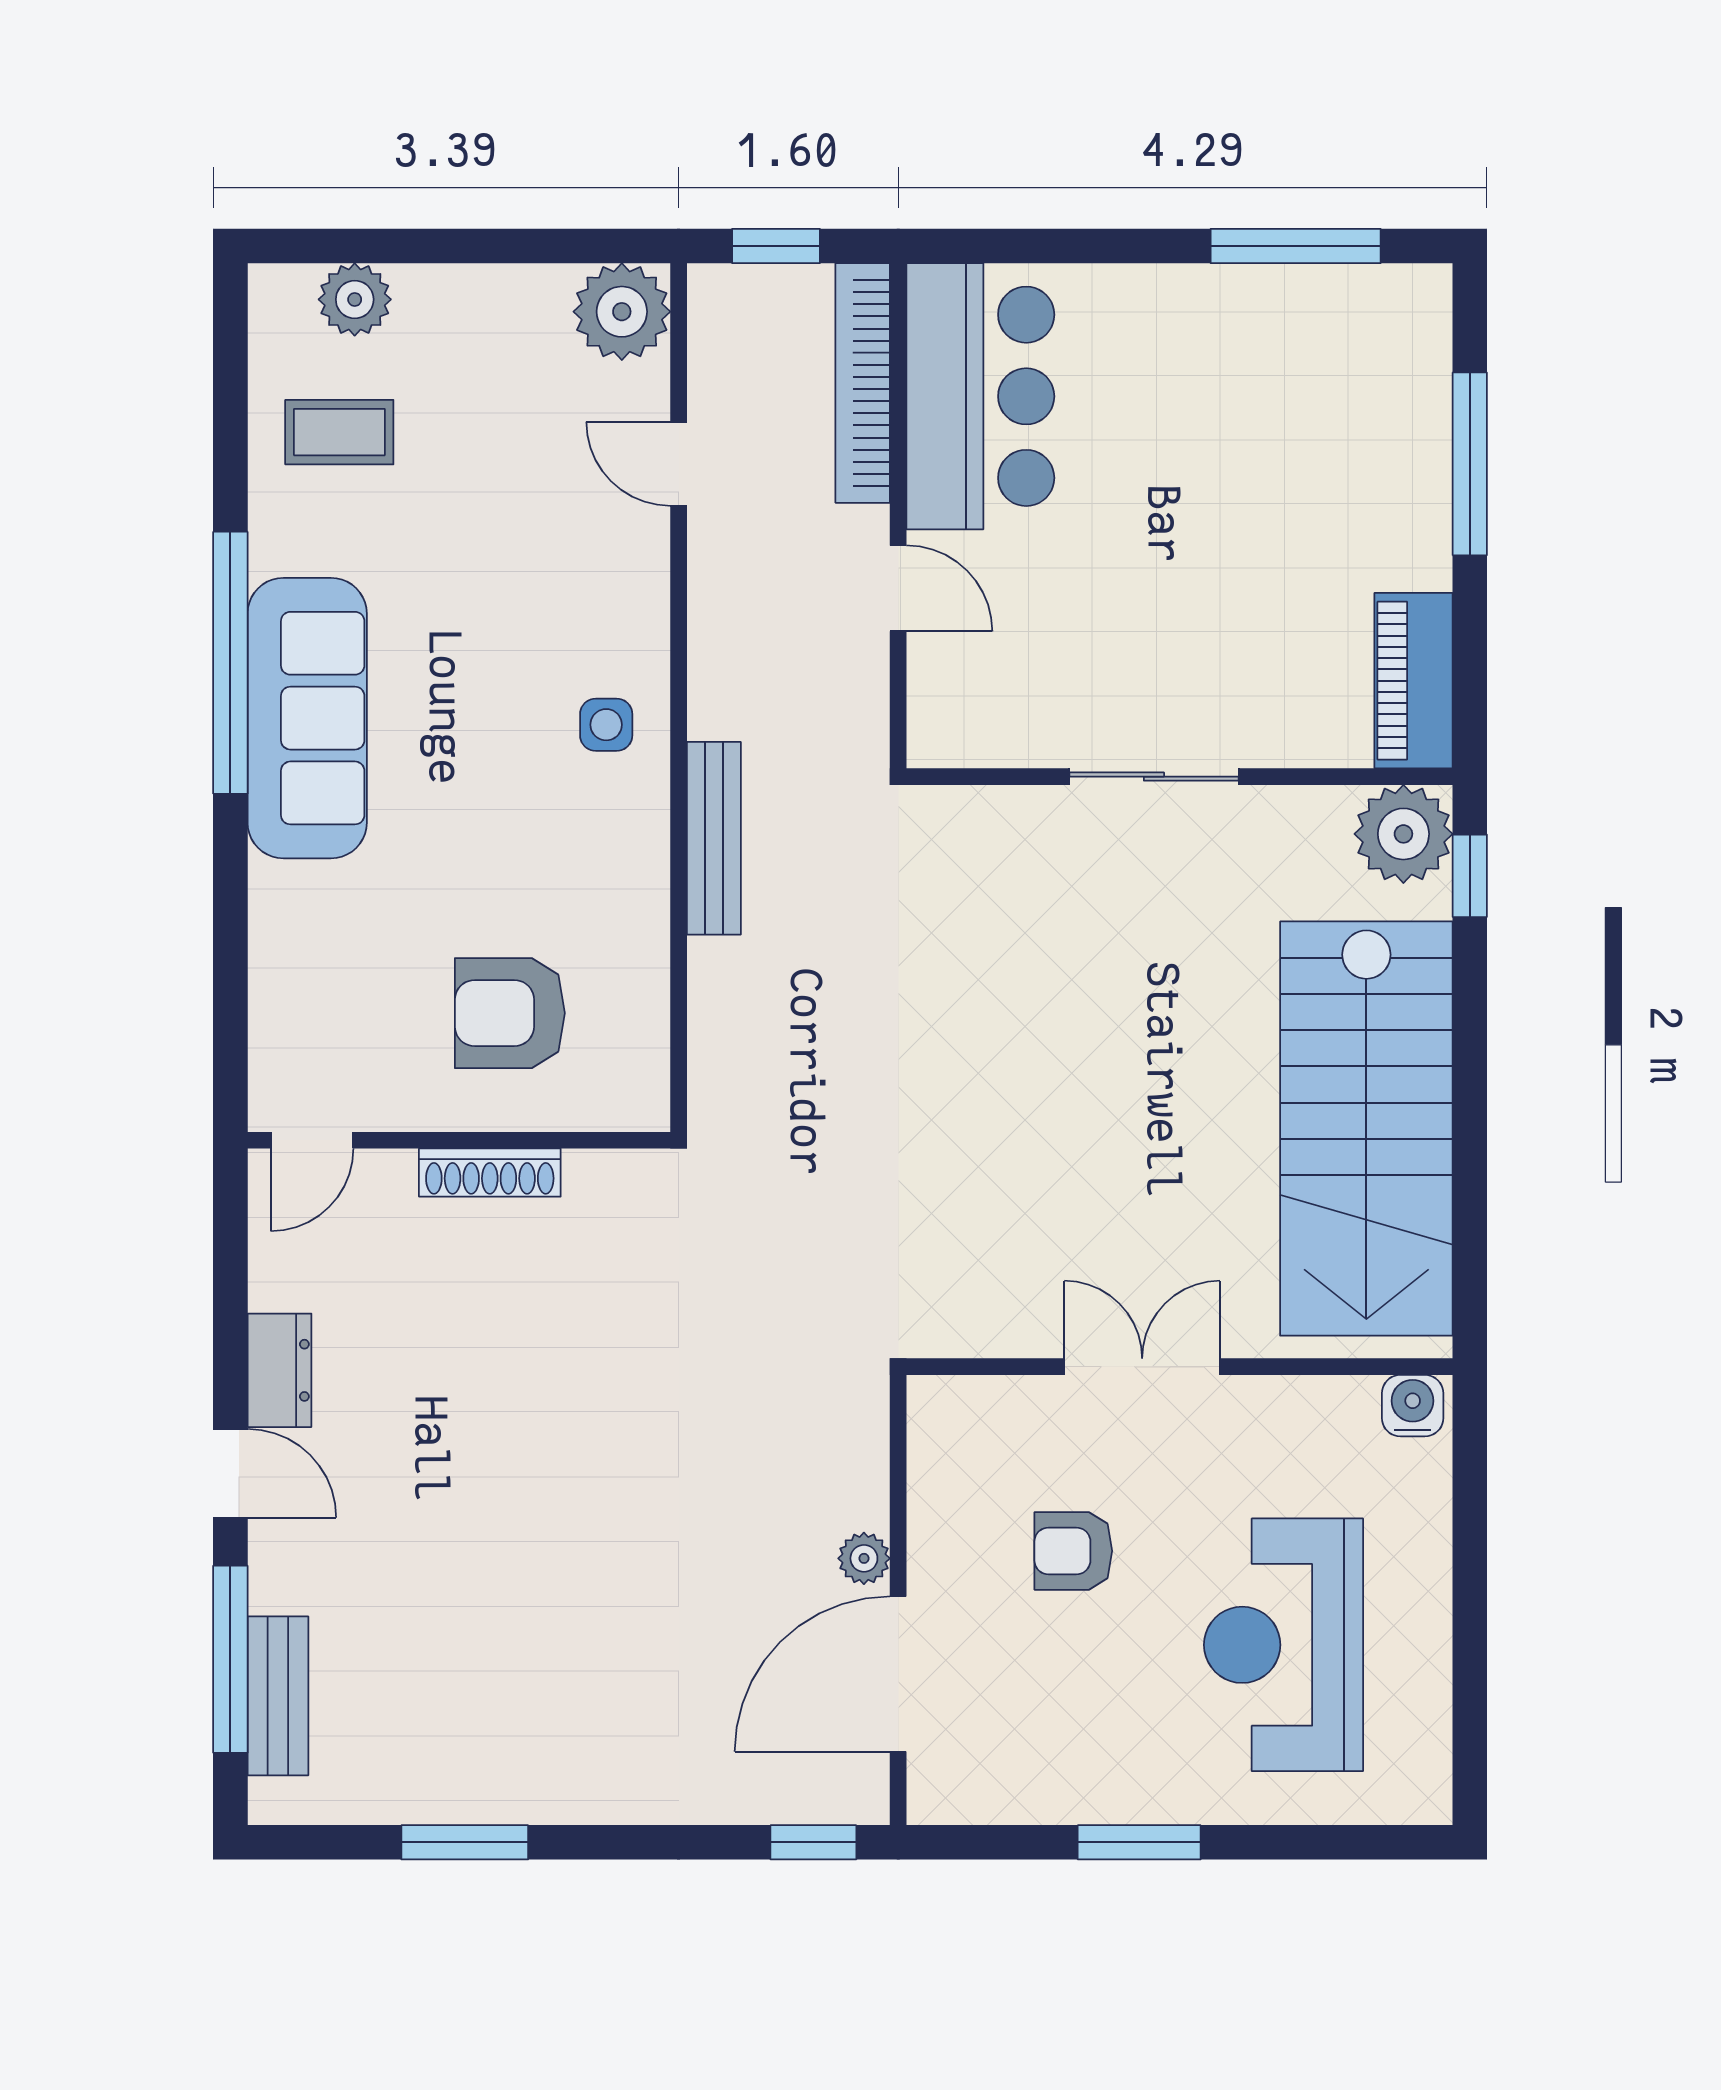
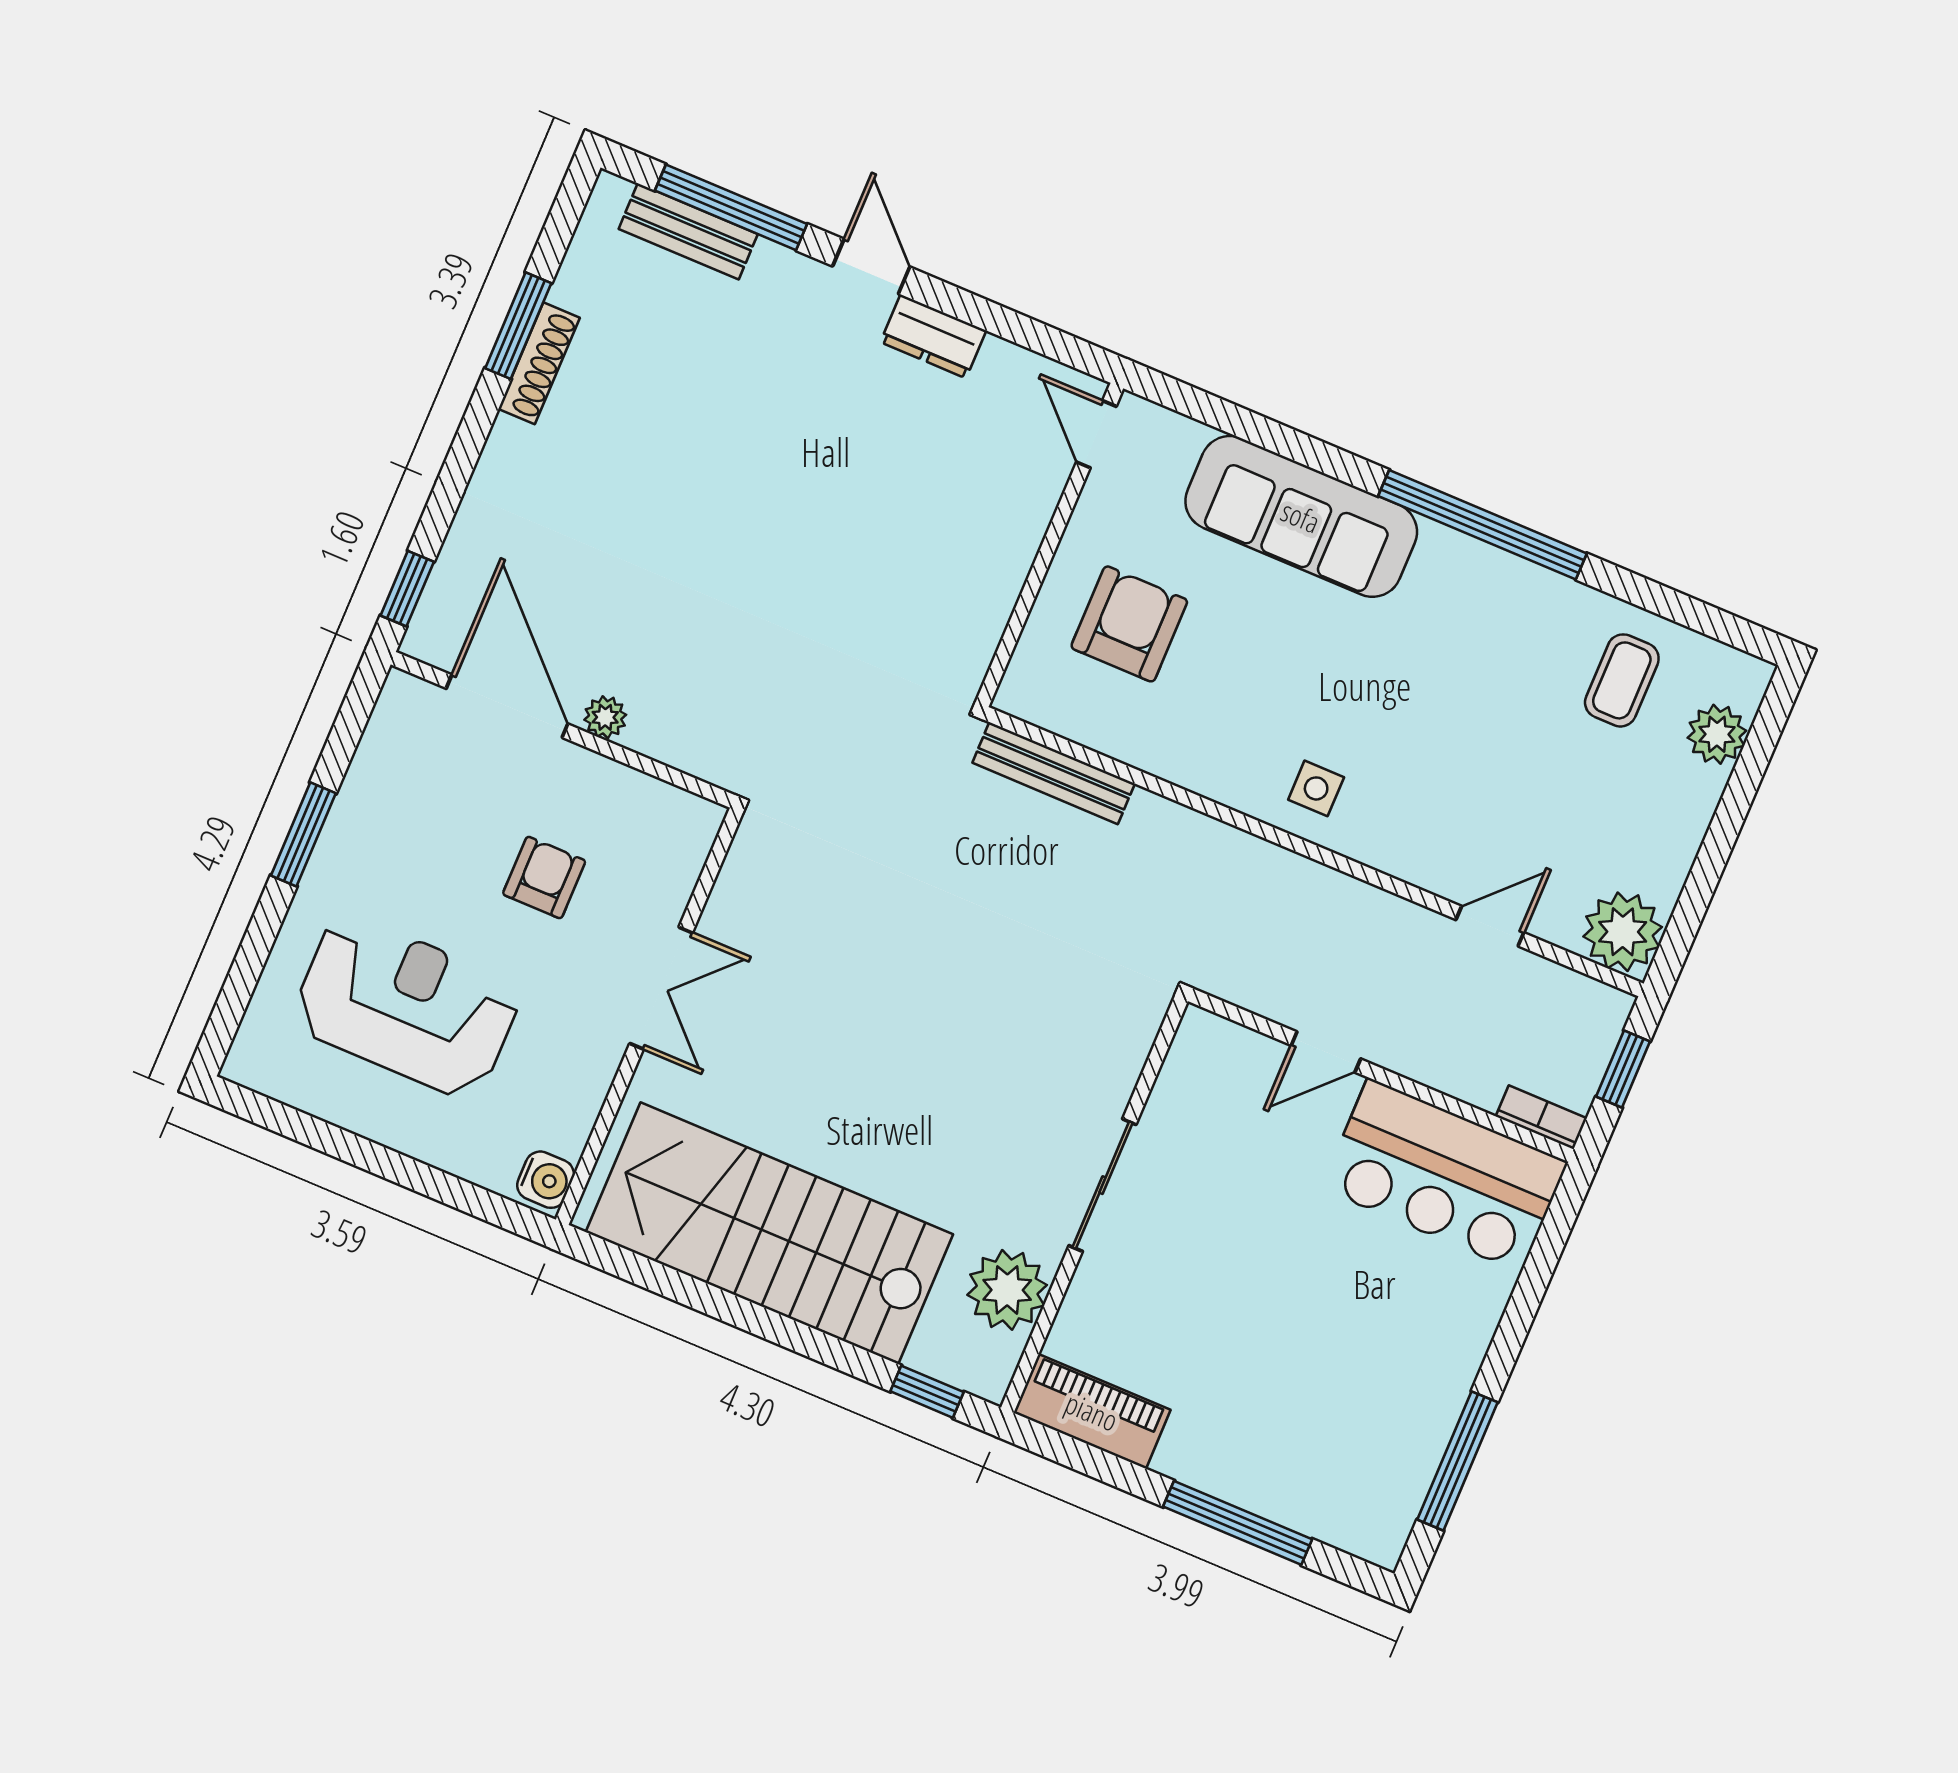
bookcase: (863, 383) -> (1541, 1117), width x0.43, depth x0.76
sofa: (307, 718) -> (1301, 516), moved
plant: (1403, 834) -> (1007, 1290), moved
bench: (714, 838) -> (1054, 773), moved
shoe rack: (490, 1173) -> (539, 363), moved, turned 180
door: (230, 1473) -> (871, 267), swing flipped

